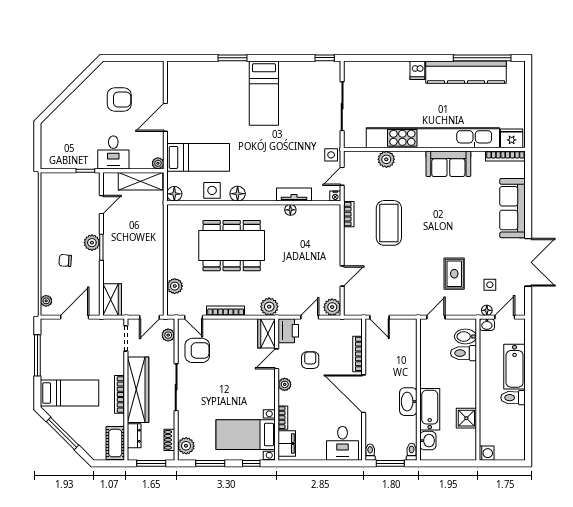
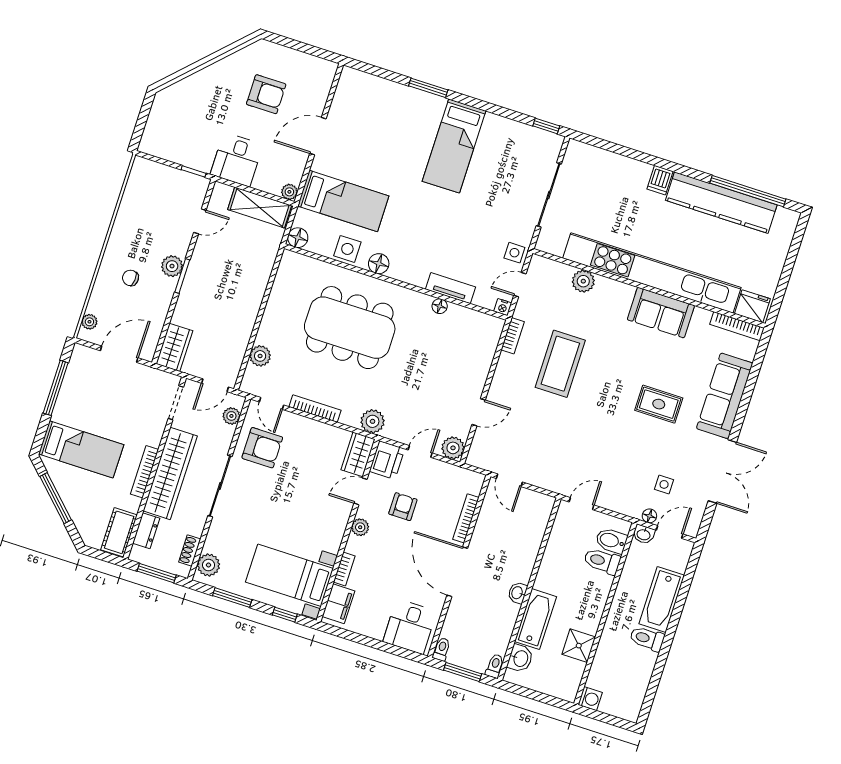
rug: (454, 274) -> (659, 404), moved, turned 90
washbasin: (408, 402) -> (517, 593), width x0.52, depth x0.69

